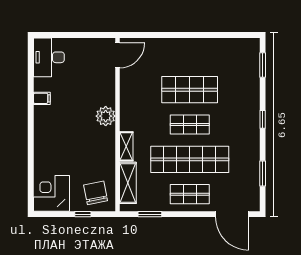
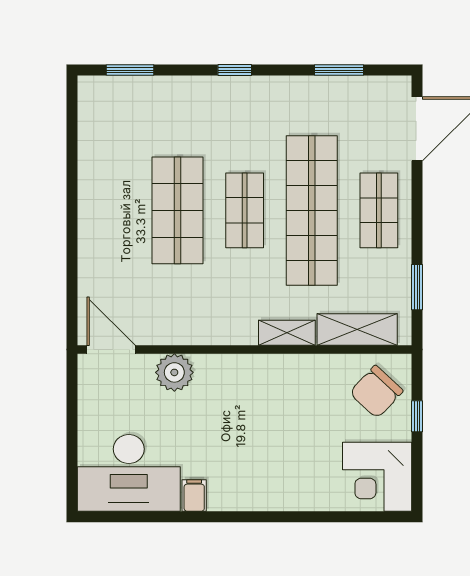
desk: (49, 57) -> (129, 473), width x1.36, depth x1.30
plant: (106, 116) -> (174, 372), moved
chair: (96, 193) -> (376, 392), turned -36

